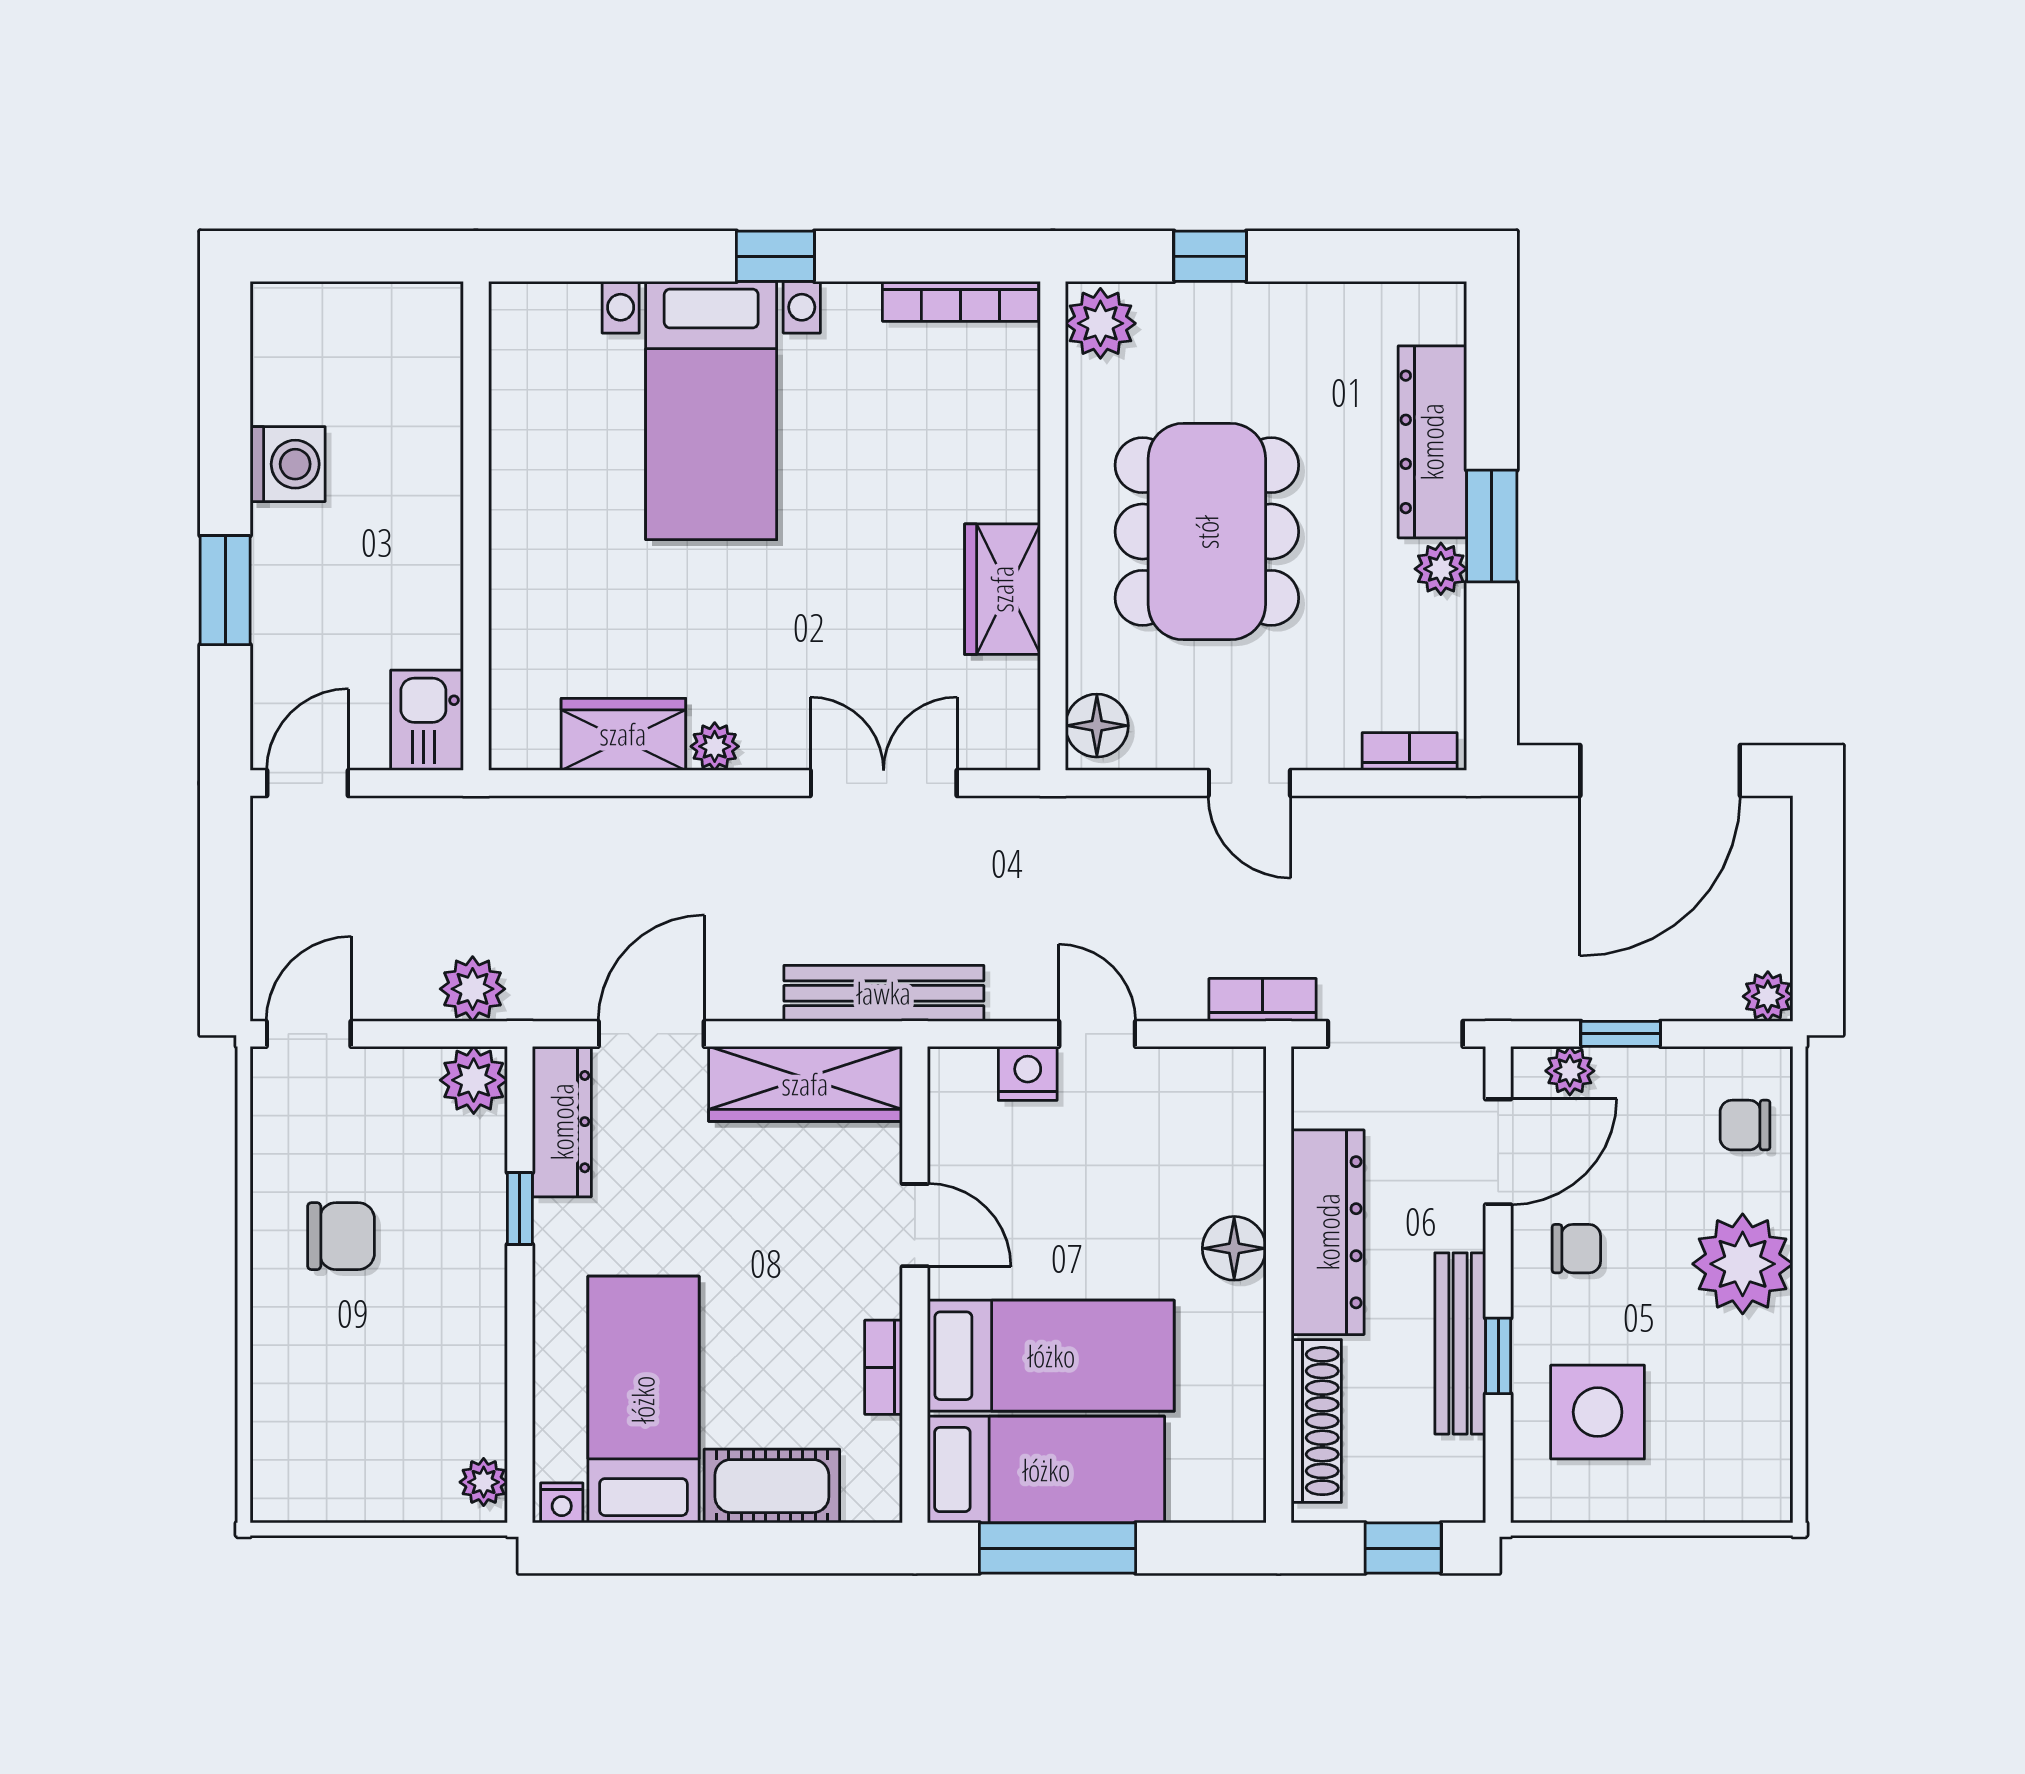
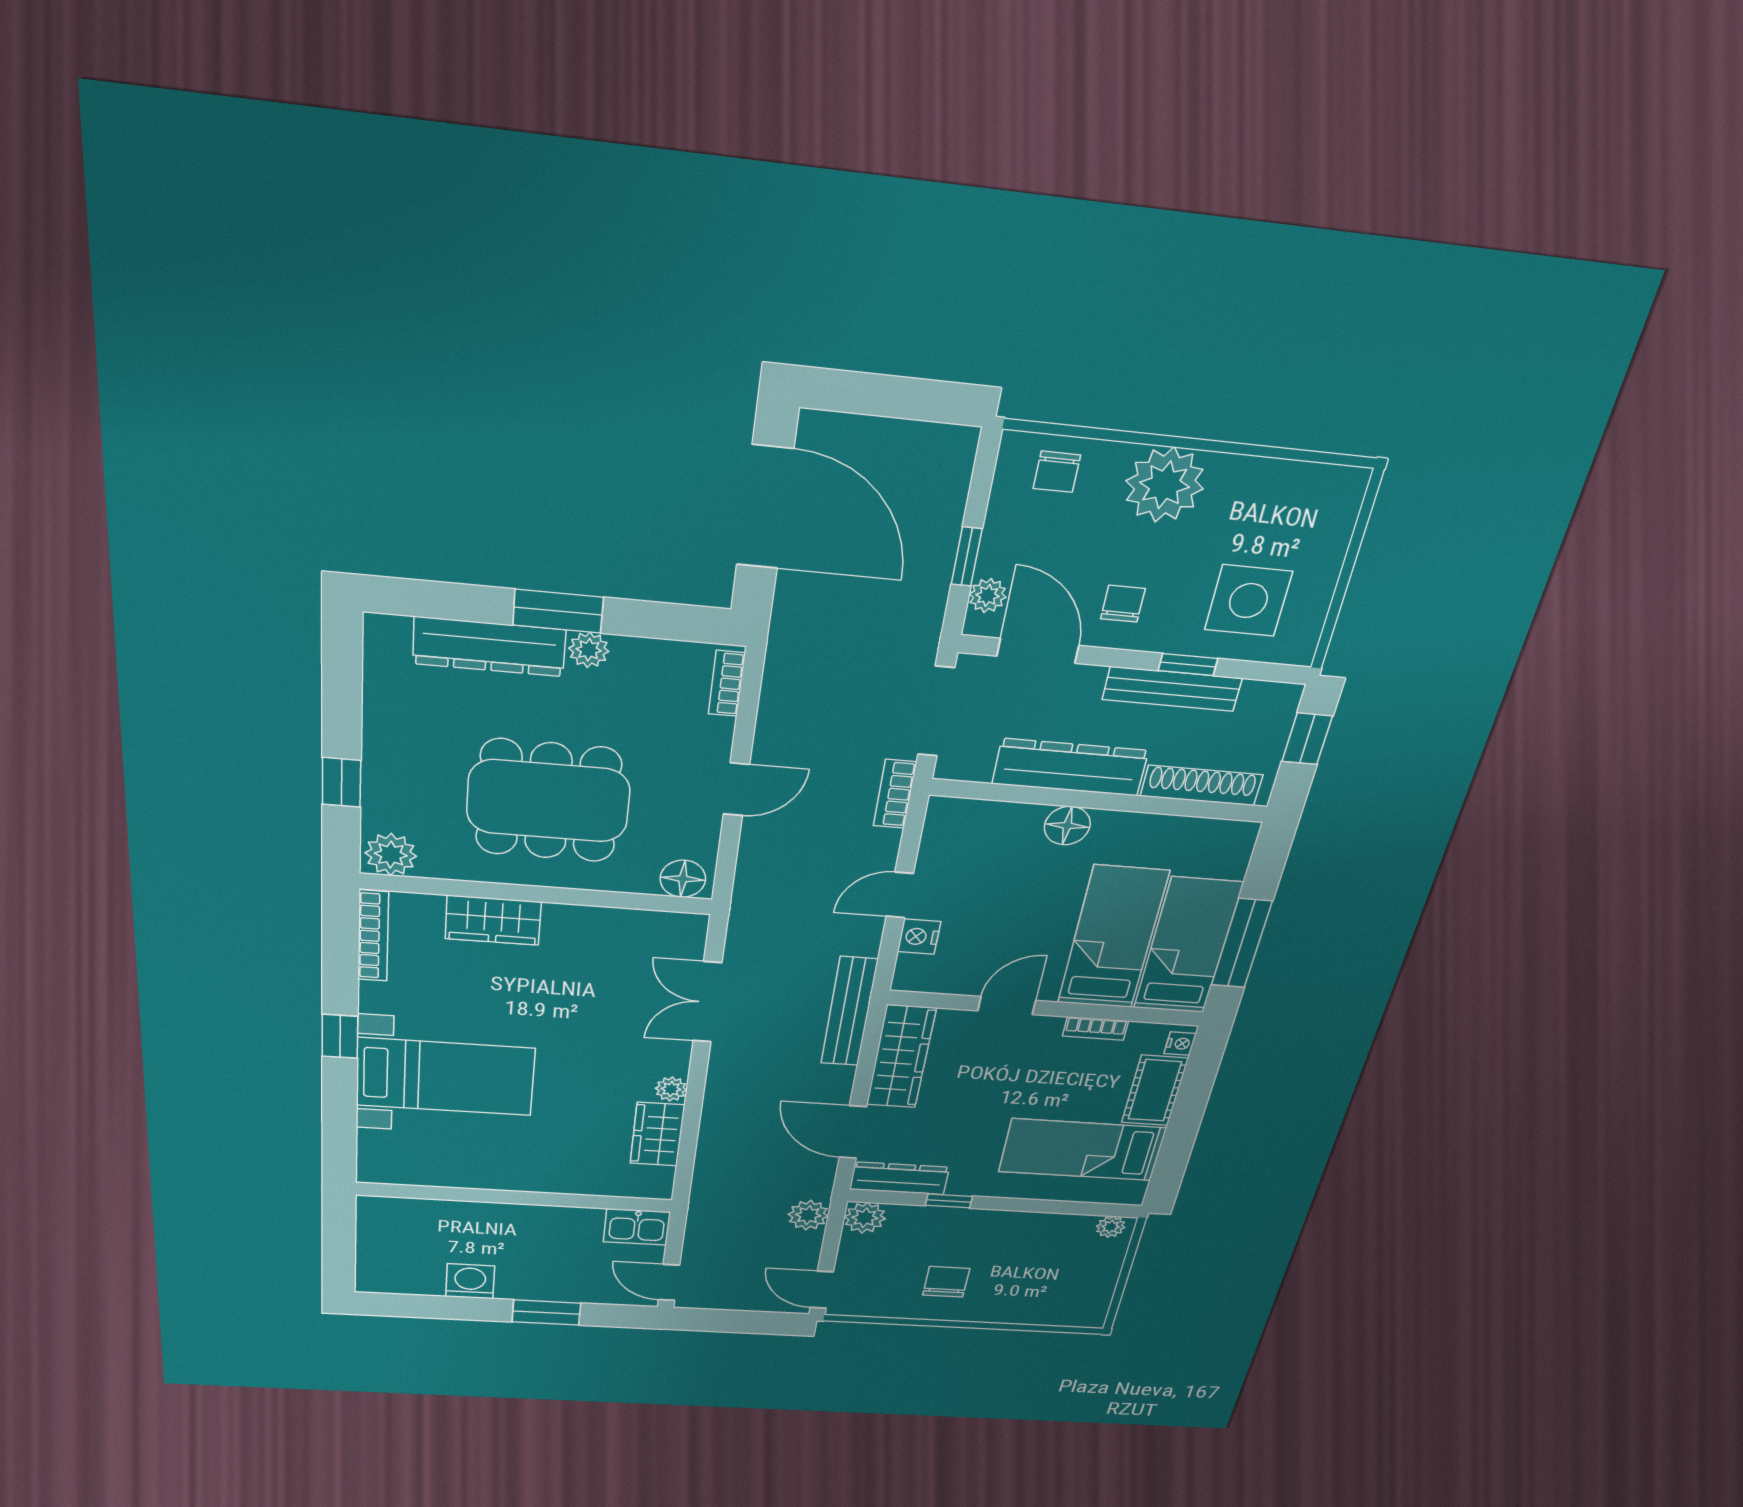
wardrobe: (1002, 589) -> (493, 920), moved
plant: (1768, 996) -> (958, 444), removed
nightstand: (562, 1503) -> (1180, 1044), moved

